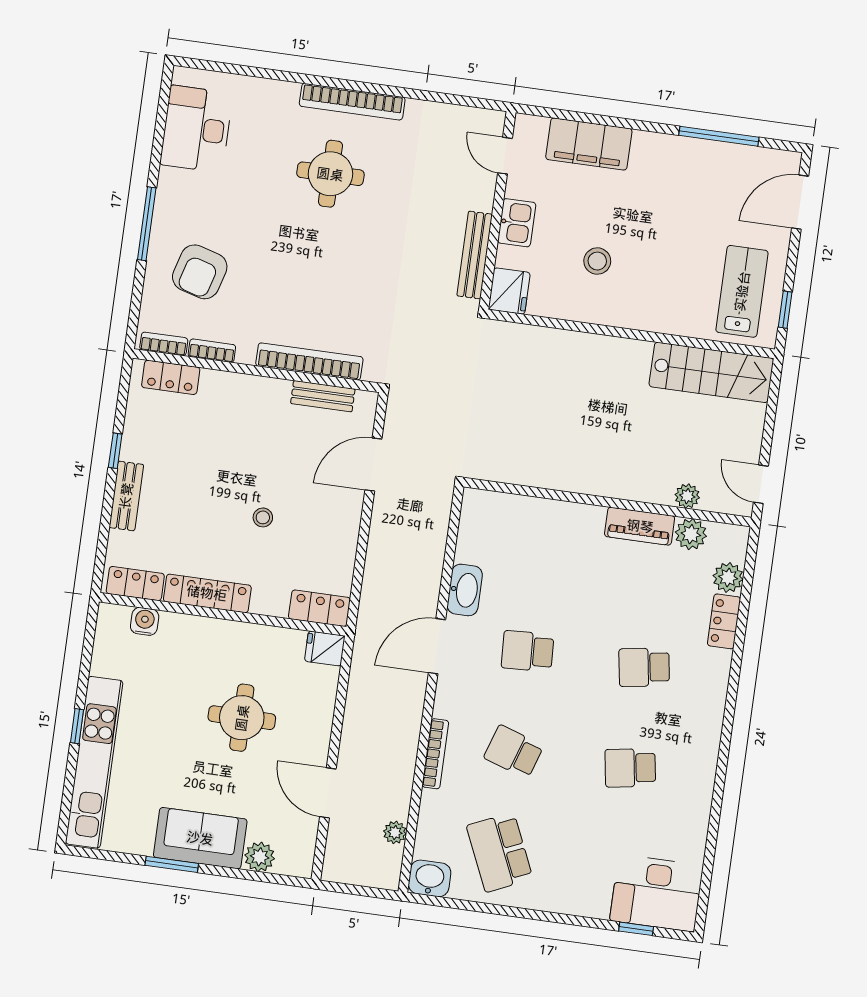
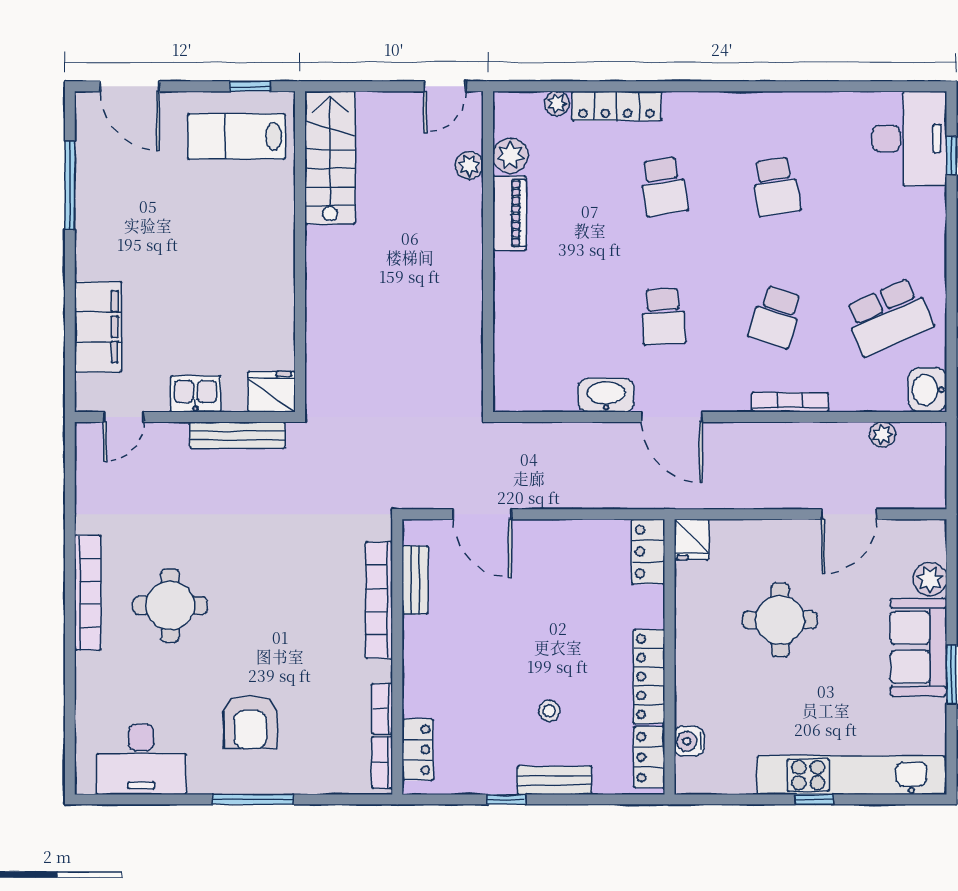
stool: (597, 261) -> (225, 300), removed
armchair: (200, 272) -> (250, 722), moved, turned 74
stool: (263, 517) -> (549, 711), moved
plant: (728, 577) -> (557, 103), width x0.73, depth x0.73
locker: (724, 621) -> (616, 106), width x1.53

